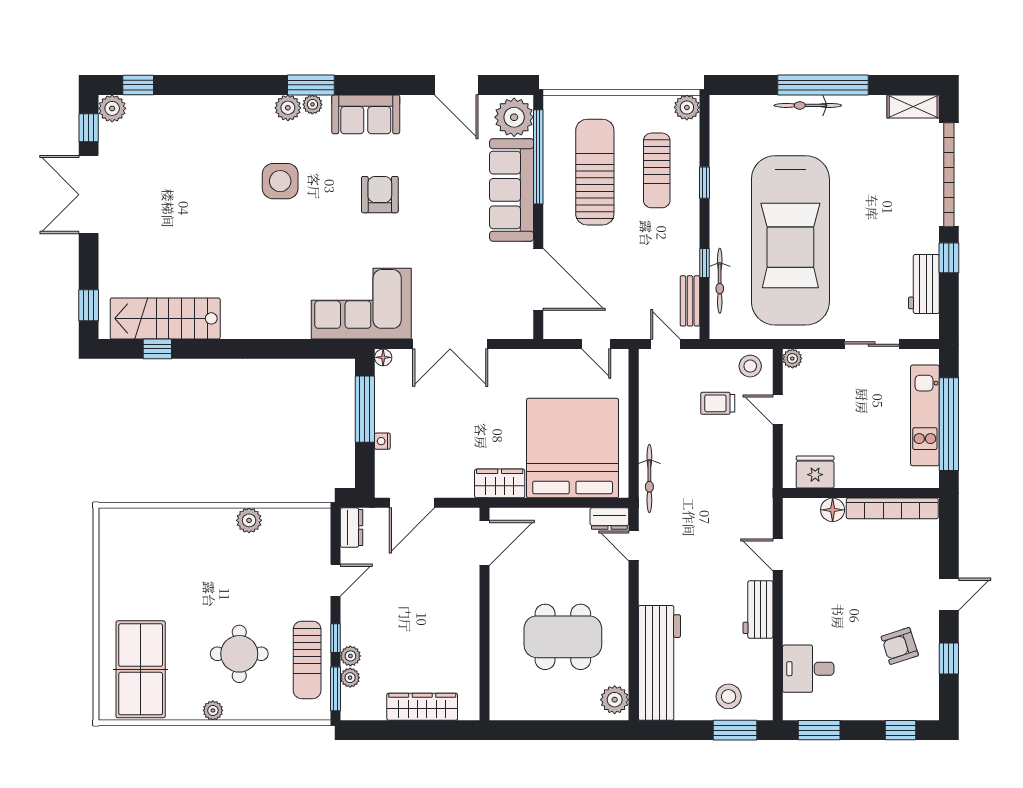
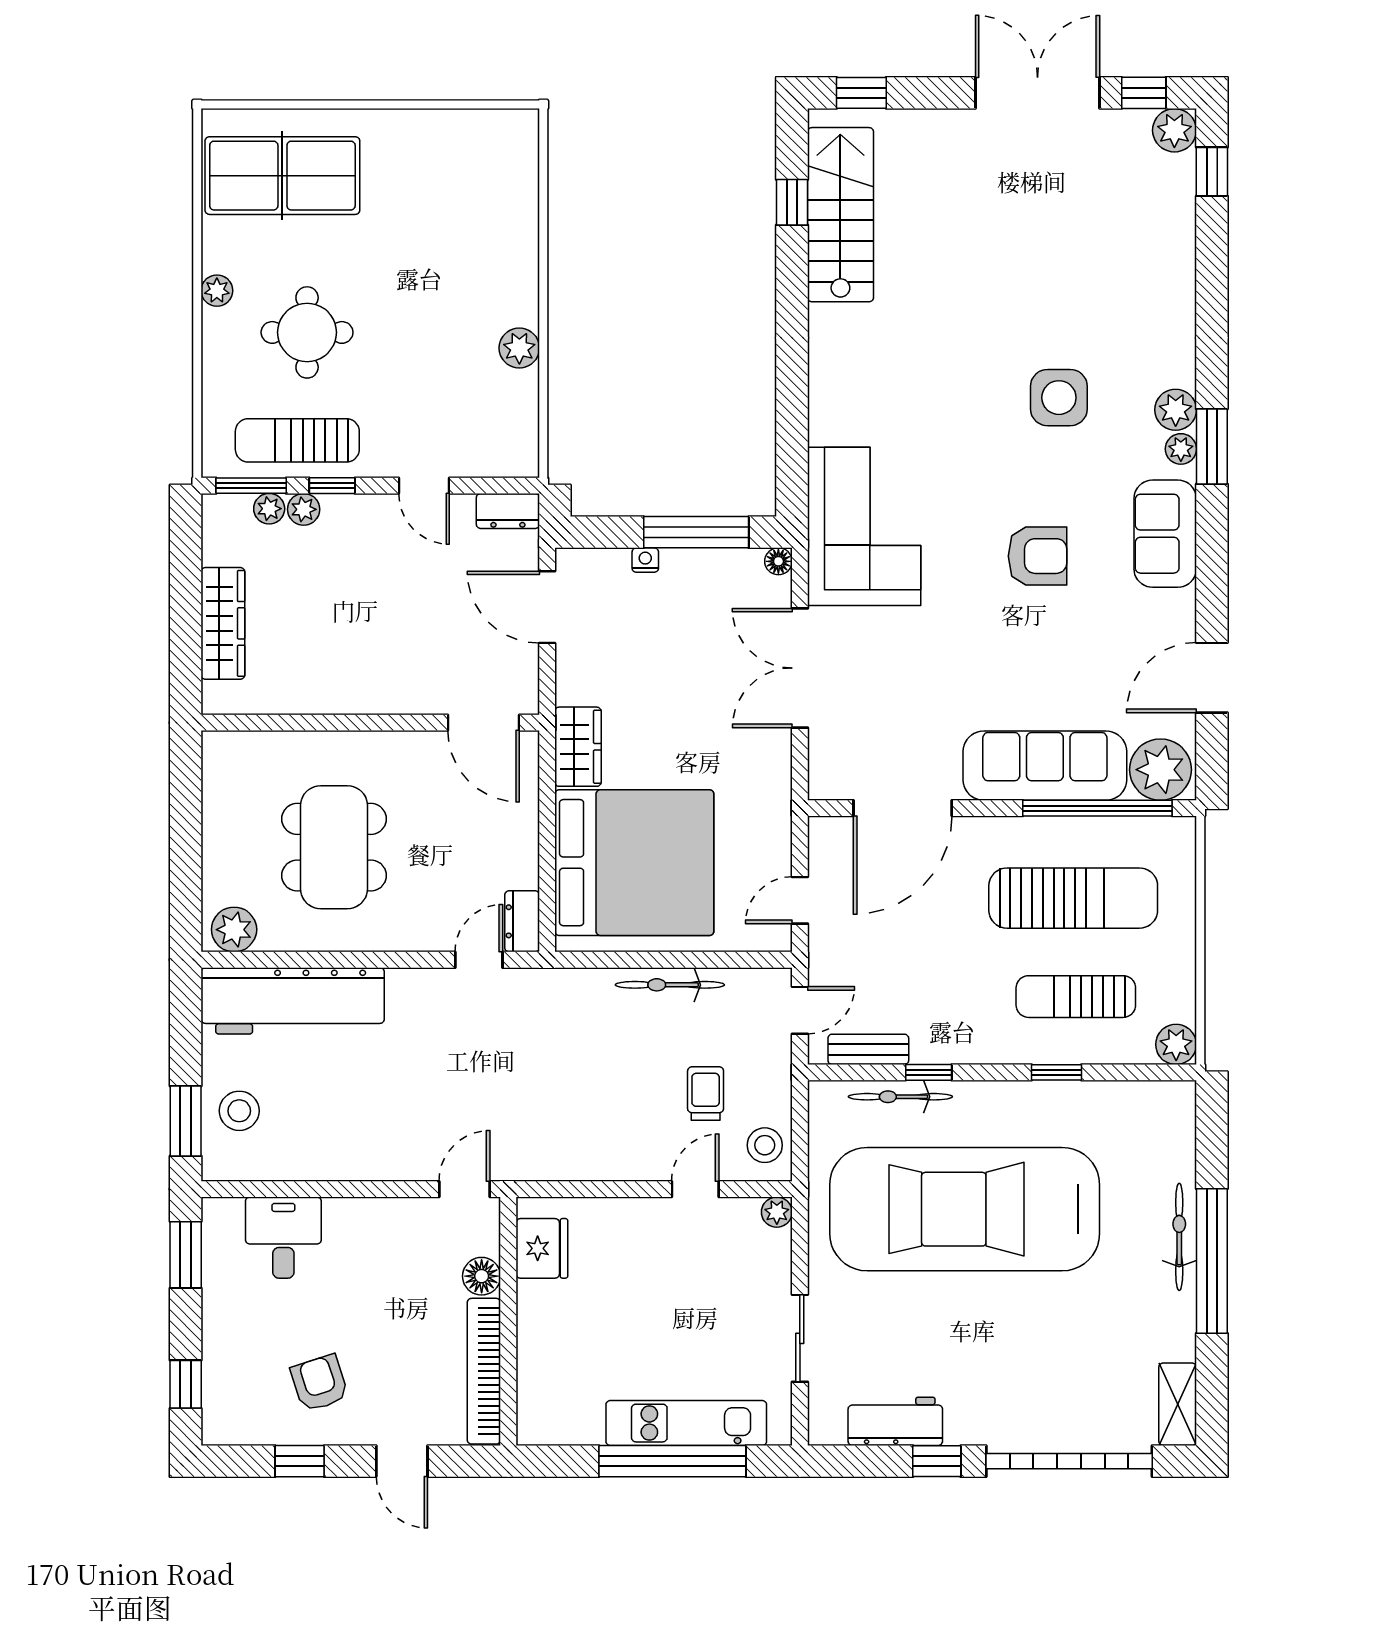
fridge: (815, 472) -> (542, 1248), moved
bicycle: (649, 478) -> (670, 985), moved
wall: (861, 493) -> (508, 1321), moved
bookcase: (892, 508) -> (484, 1371), moved
floor lamp: (833, 510) -> (482, 1276), moved
workbench: (758, 609) -> (378, 1158), removed

